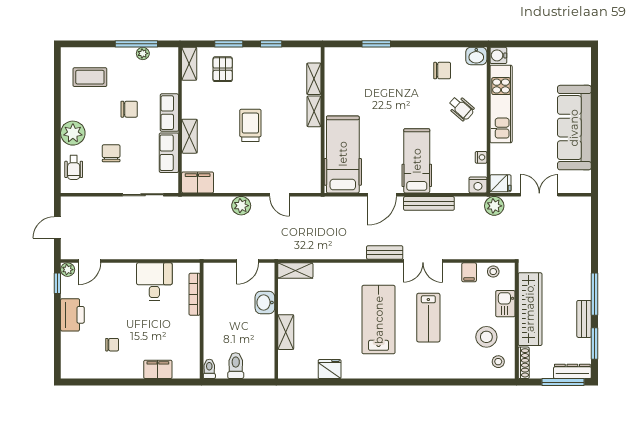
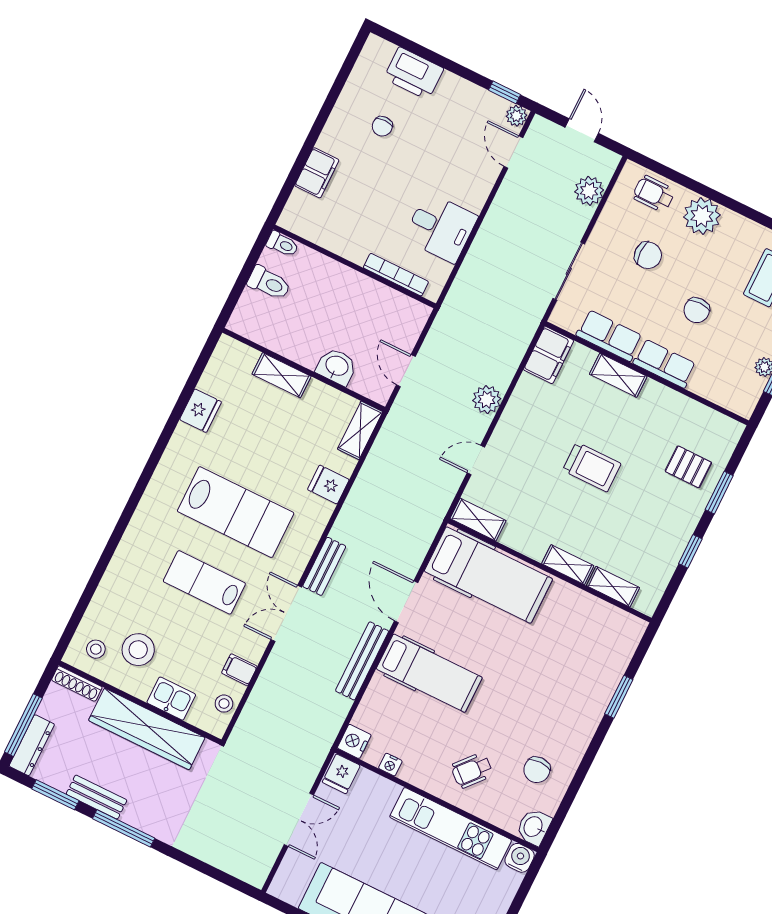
shelving: (189, 64) -> (478, 520), moved
plant: (494, 206) -> (589, 191), moved
fridge: (336, 273) -> (328, 485), added
printer: (72, 315) -> (414, 73), moved

